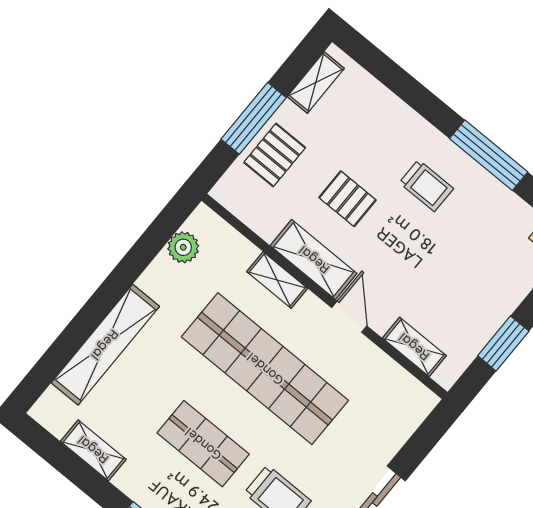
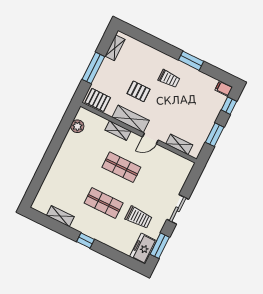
pallet: (275, 155) -> (98, 100), moved, turned 90
window: (489, 155) -> (191, 61), width x0.69
door: (349, 317) -> (150, 138), swing flipped
shelving: (105, 345) -> (55, 173), removed
shop shelf: (265, 369) -> (121, 167), width x0.50, depth x0.74

